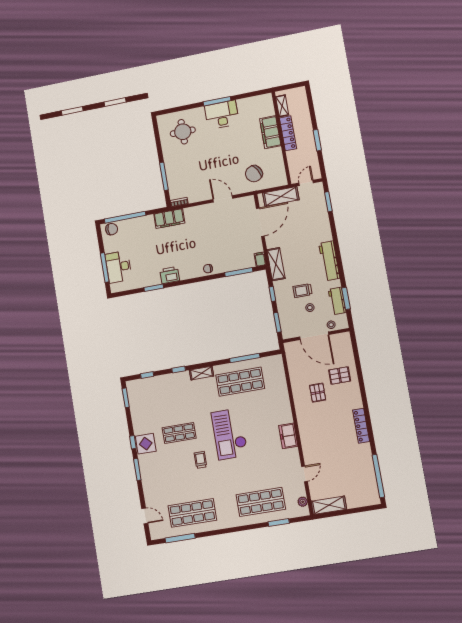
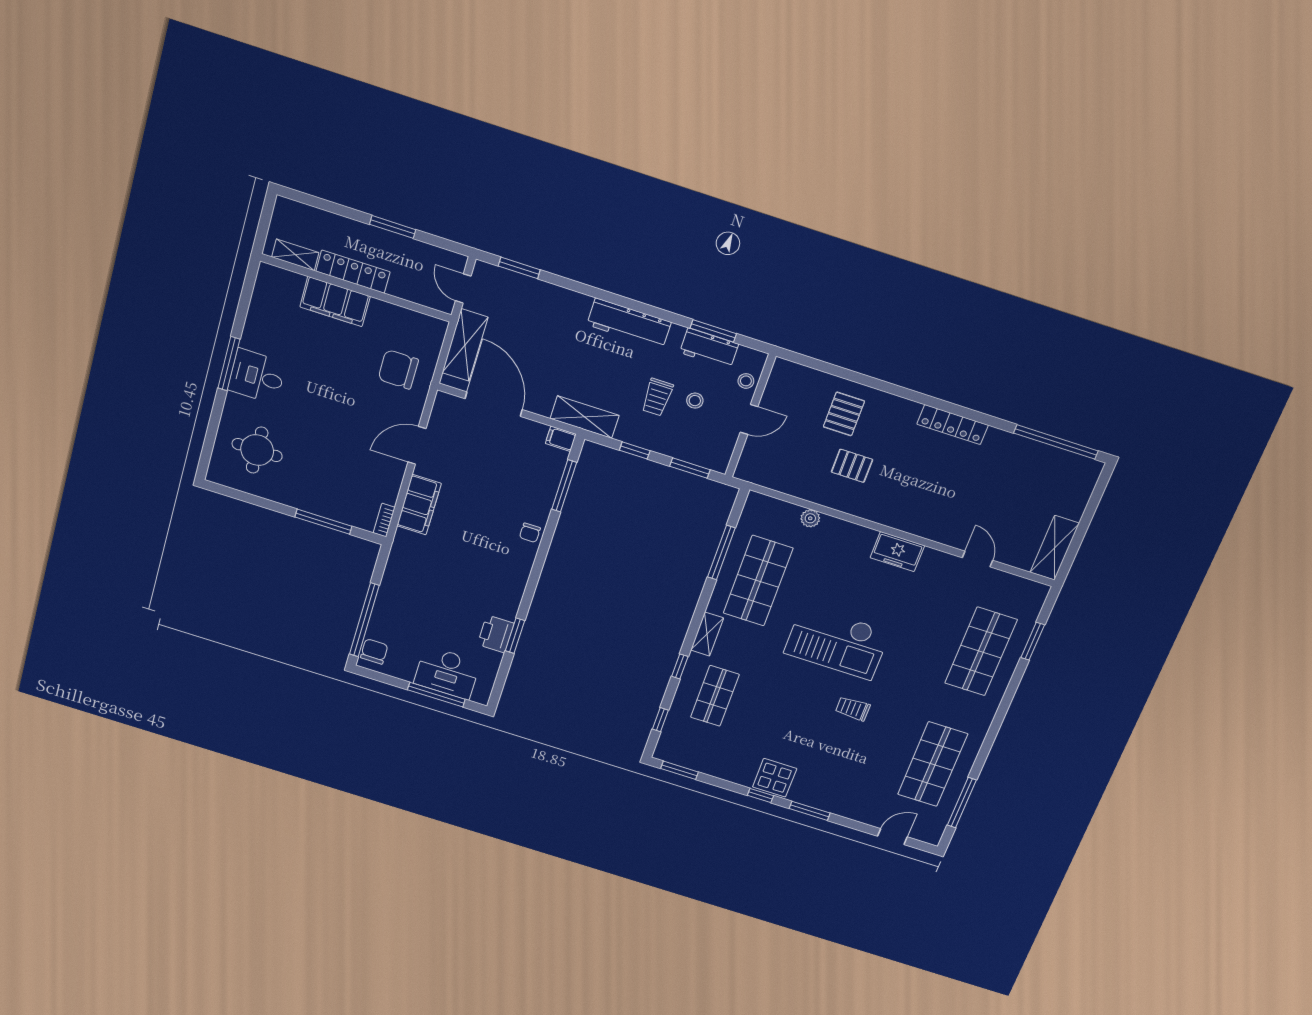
desk: (222, 115) -> (257, 376), width x0.73
chair: (254, 174) -> (398, 369), turned 120
filing cabinet: (169, 219) -> (419, 505), moved
printer: (170, 275) -> (496, 634), moved
door: (314, 336) -> (749, 419), width x0.53
shop shelf: (179, 433) -> (715, 696), moved
plant: (303, 502) -> (810, 518), moved

